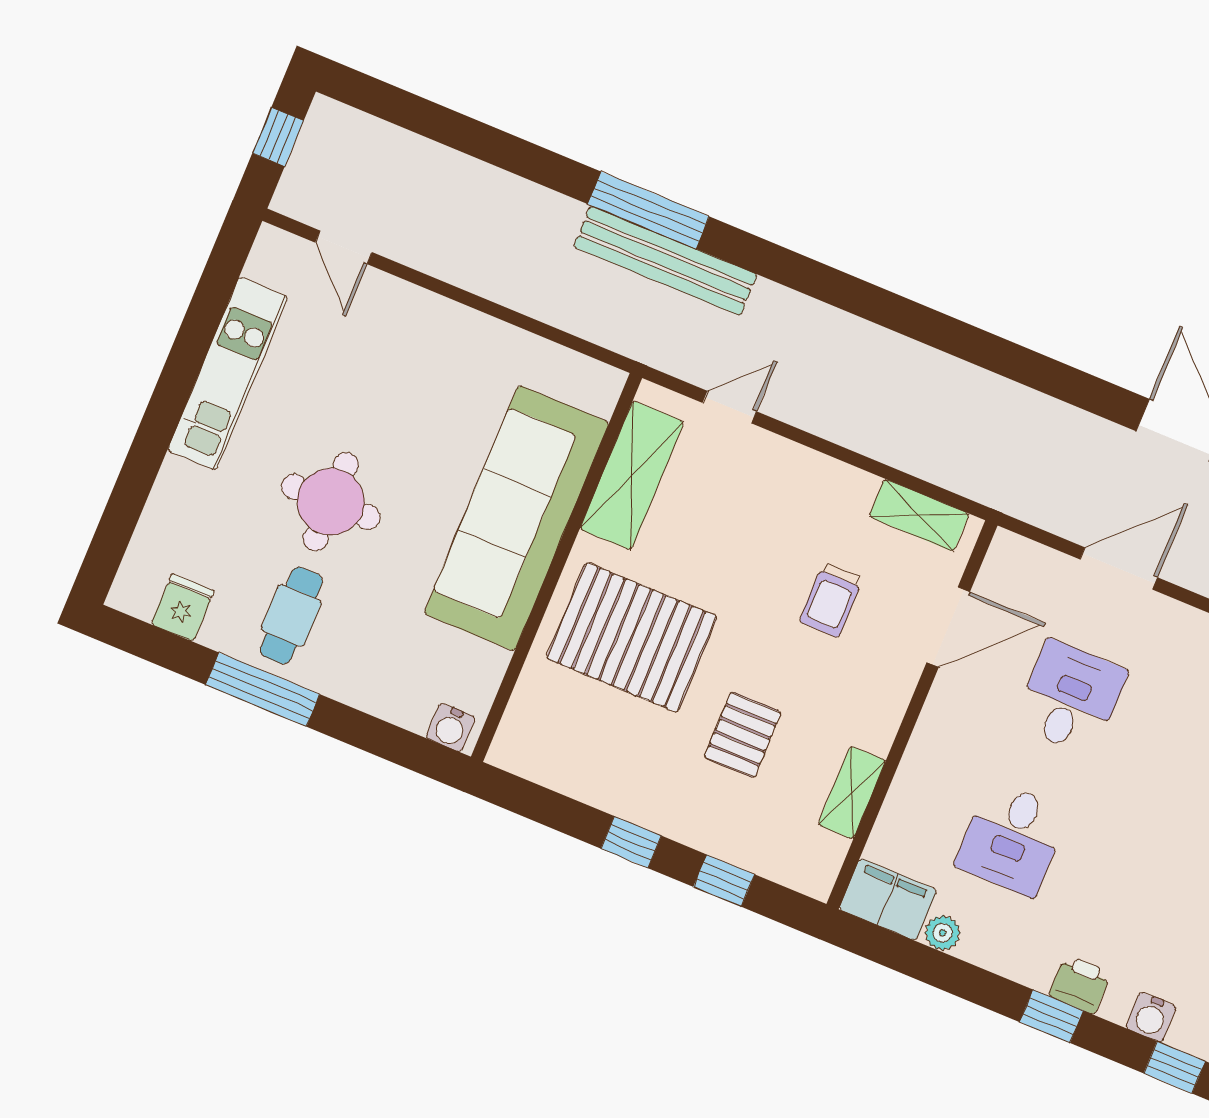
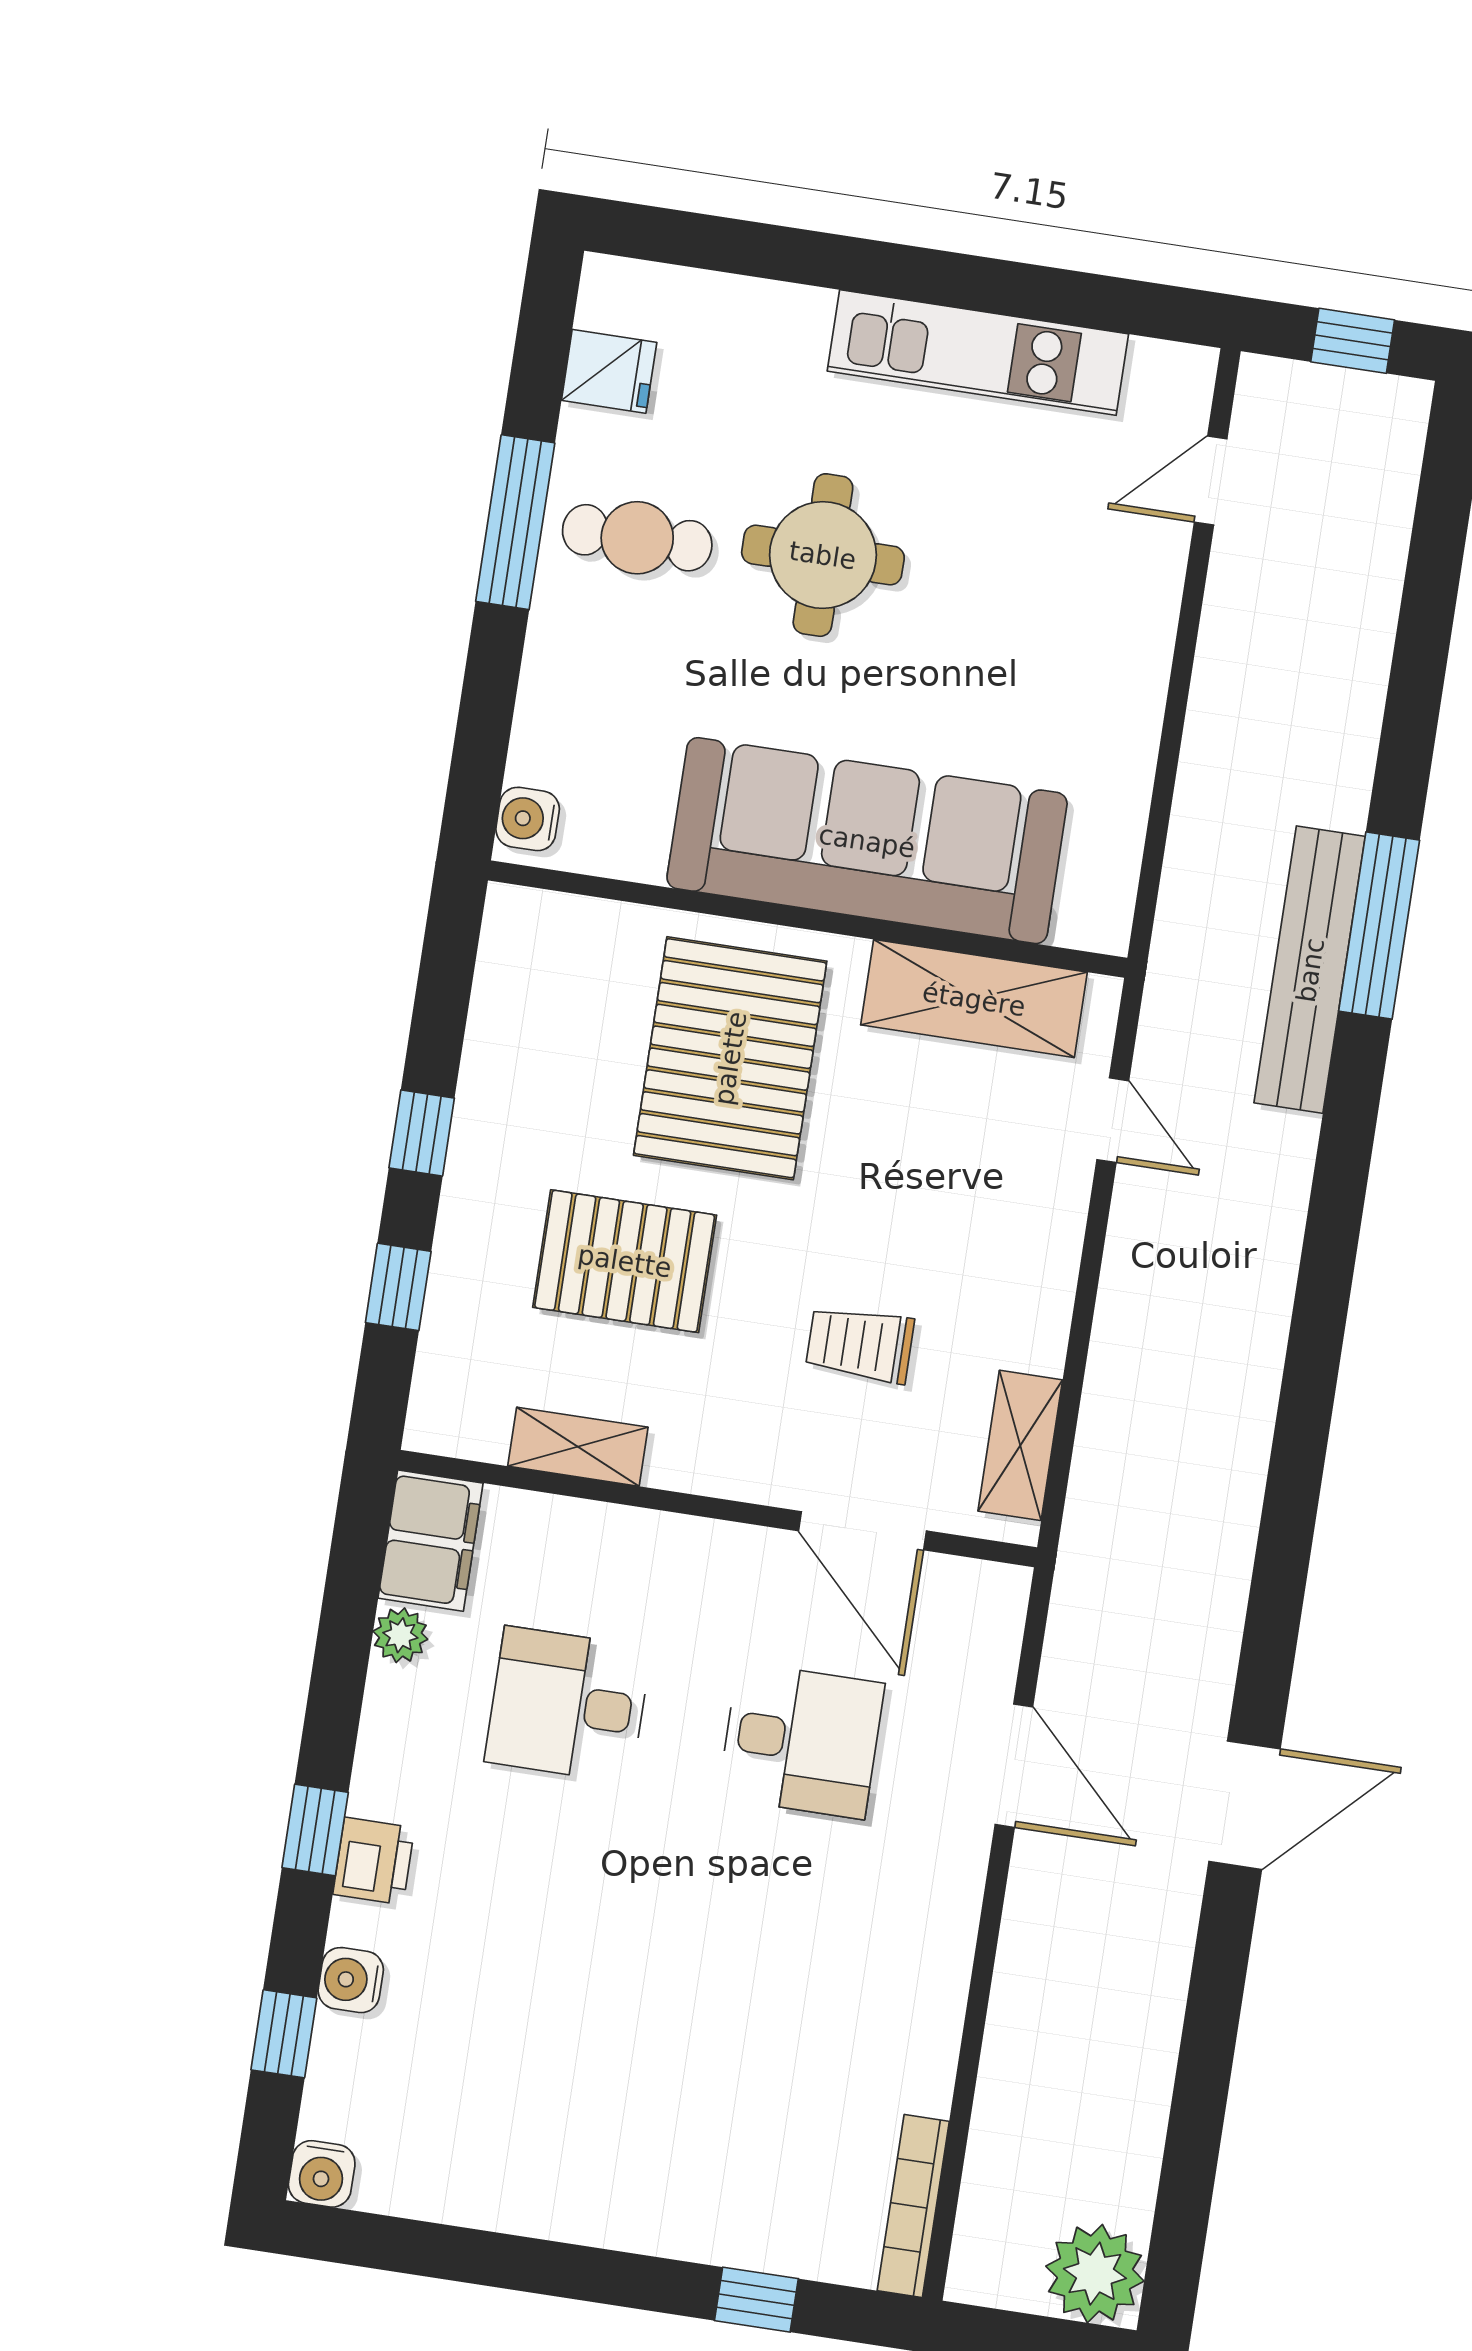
pallet: (743, 735) -> (625, 1261), width x1.50, depth x1.42

